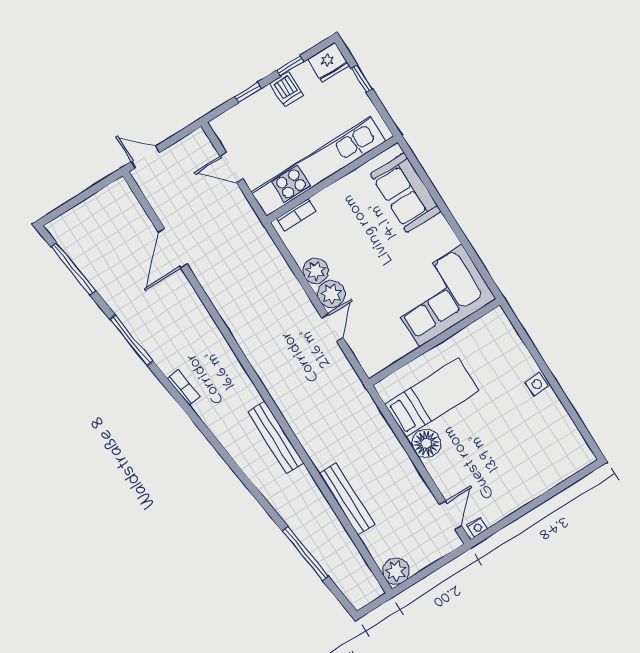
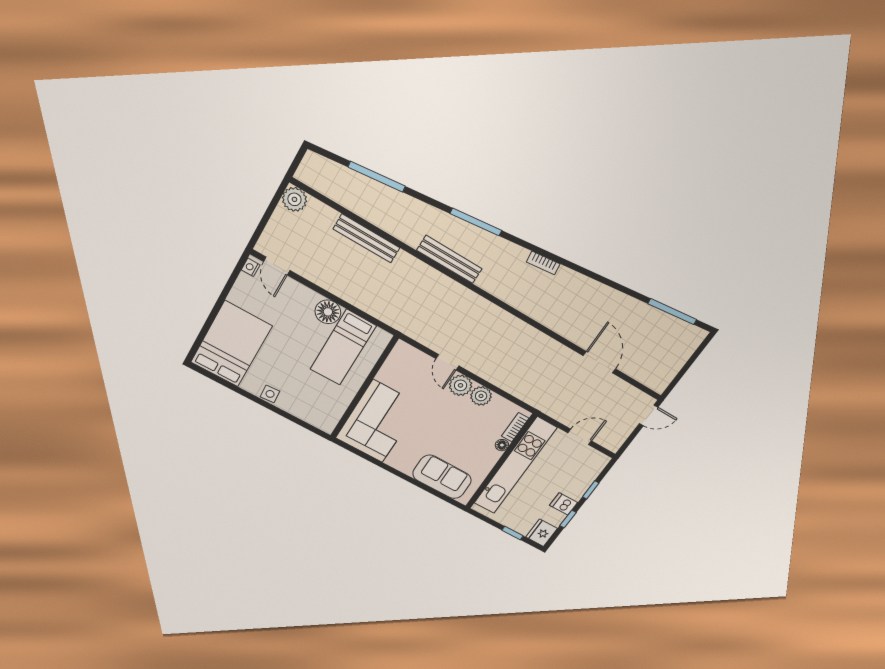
floor lamp: (321, 200) -> (502, 445), added
window: (132, 340) -> (476, 222), moved
bed: (544, 458) -> (231, 344), added

